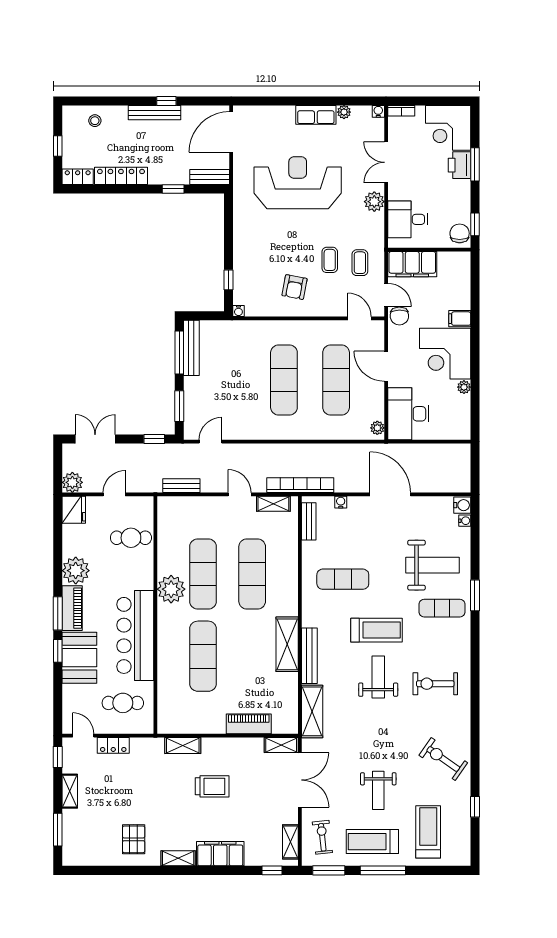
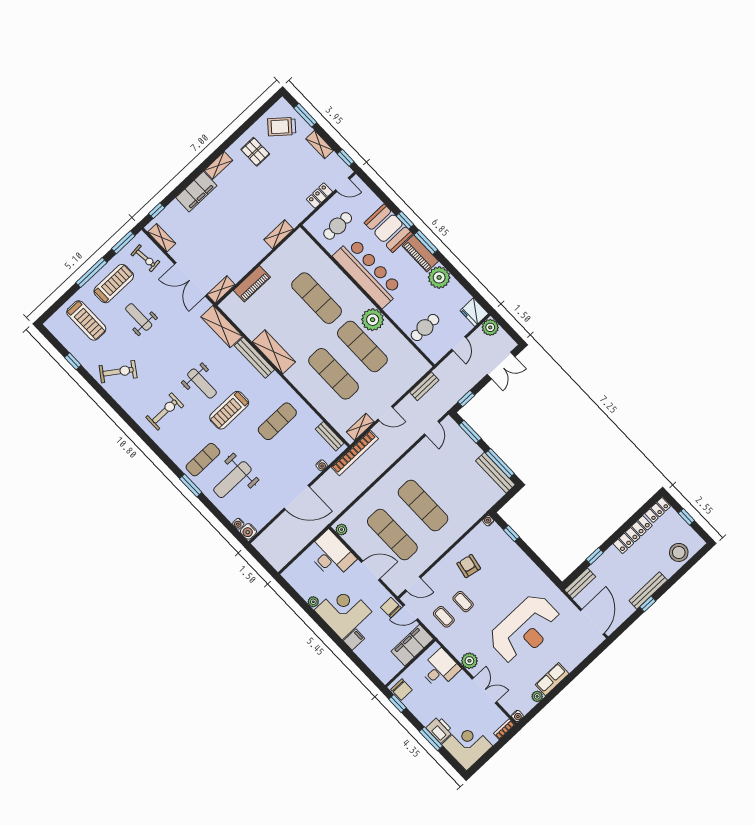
stool: (95, 121) -> (679, 552), width x1.89, depth x1.89
trolley: (212, 786) -> (282, 127), moved, turned 40

